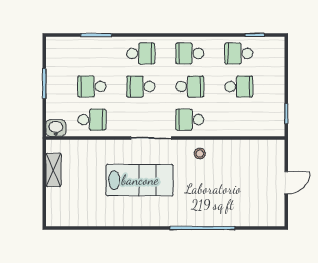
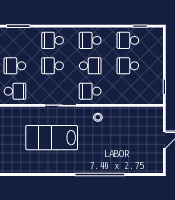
school desk: (141, 53) -> (53, 40), turned 180
school desk: (239, 87) -> (128, 66), turned 180
lab bench: (140, 180) -> (52, 138), turned 180

